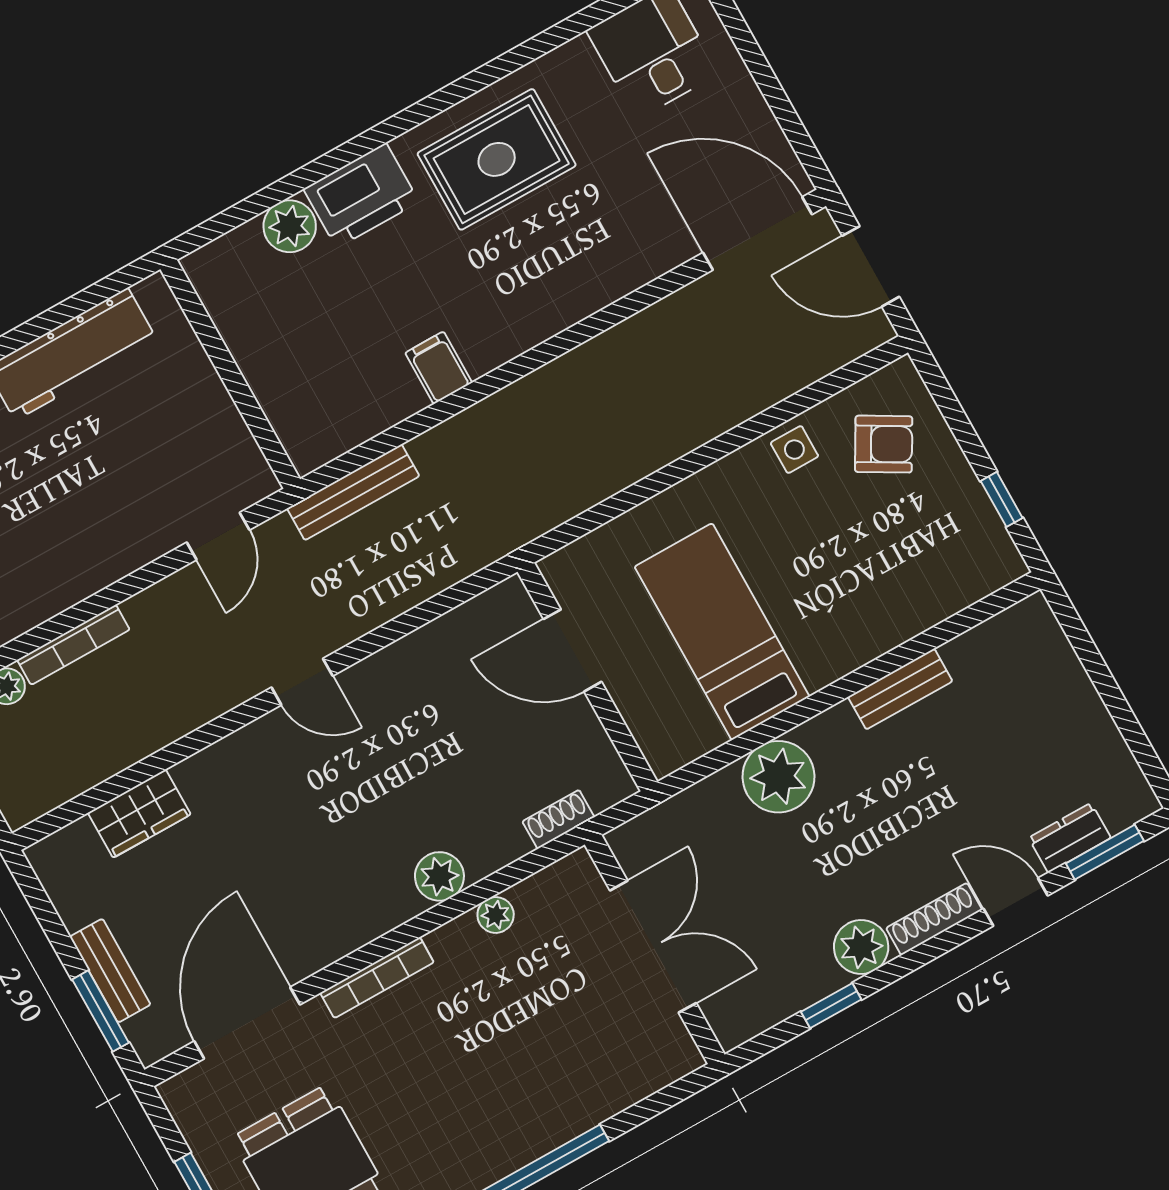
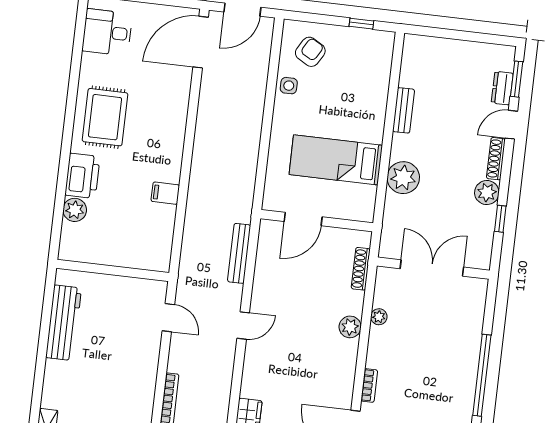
bench: (353, 492) -> (239, 253), moved
shoe rack: (558, 819) -> (361, 269), width x1.43
bookcase: (377, 978) -> (369, 385), width x0.64

